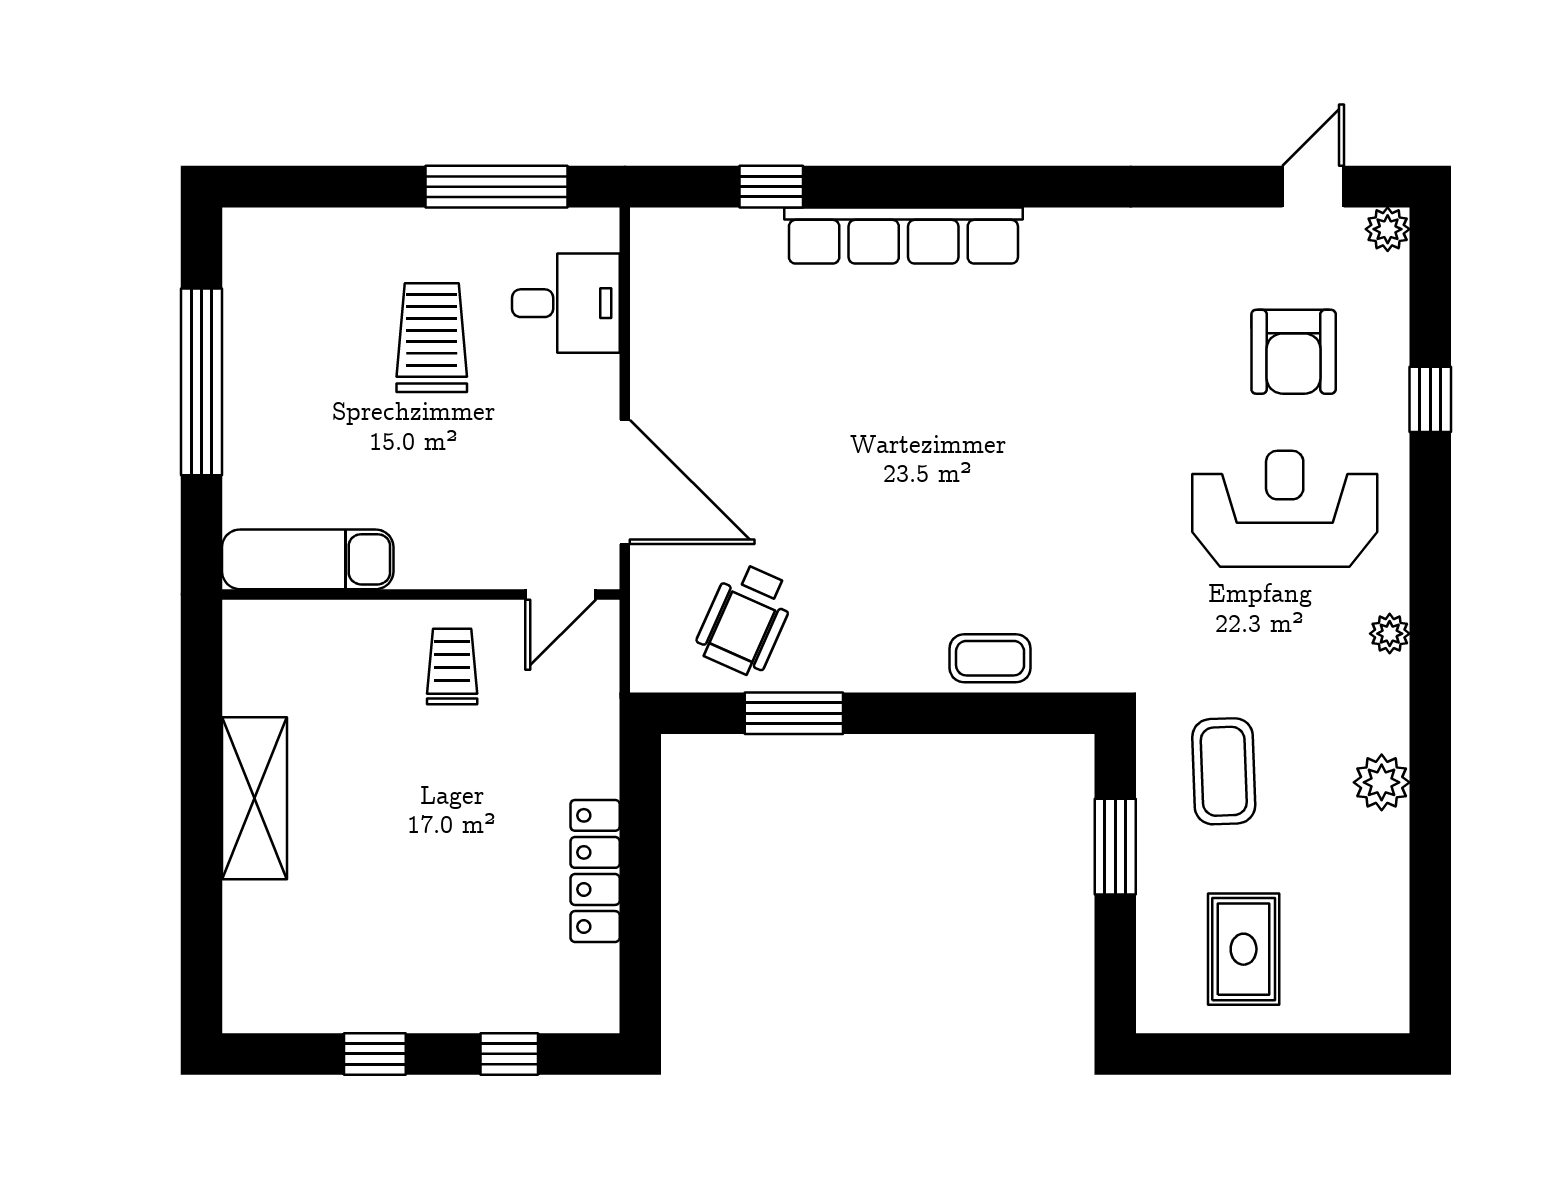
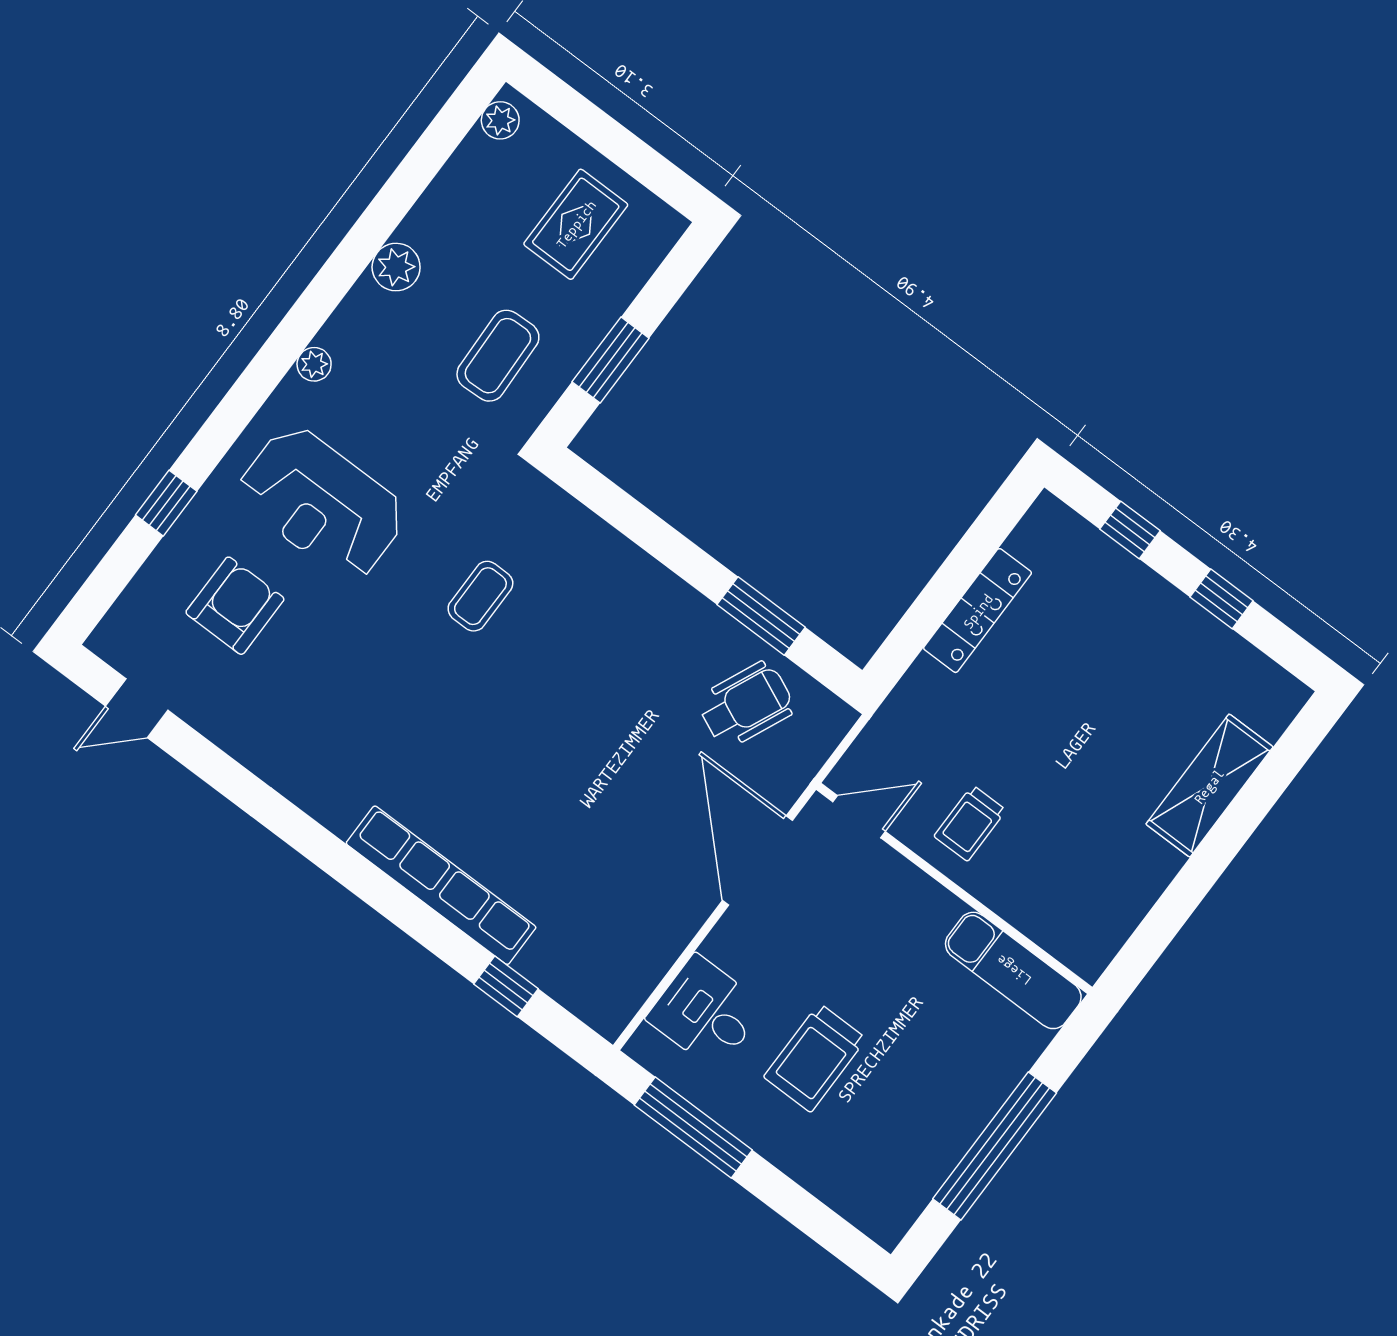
plant: (1388, 229) -> (500, 120), moved
coffee table: (990, 658) -> (480, 596), moved, turned 90
shelving: (255, 798) -> (1209, 786), moved

